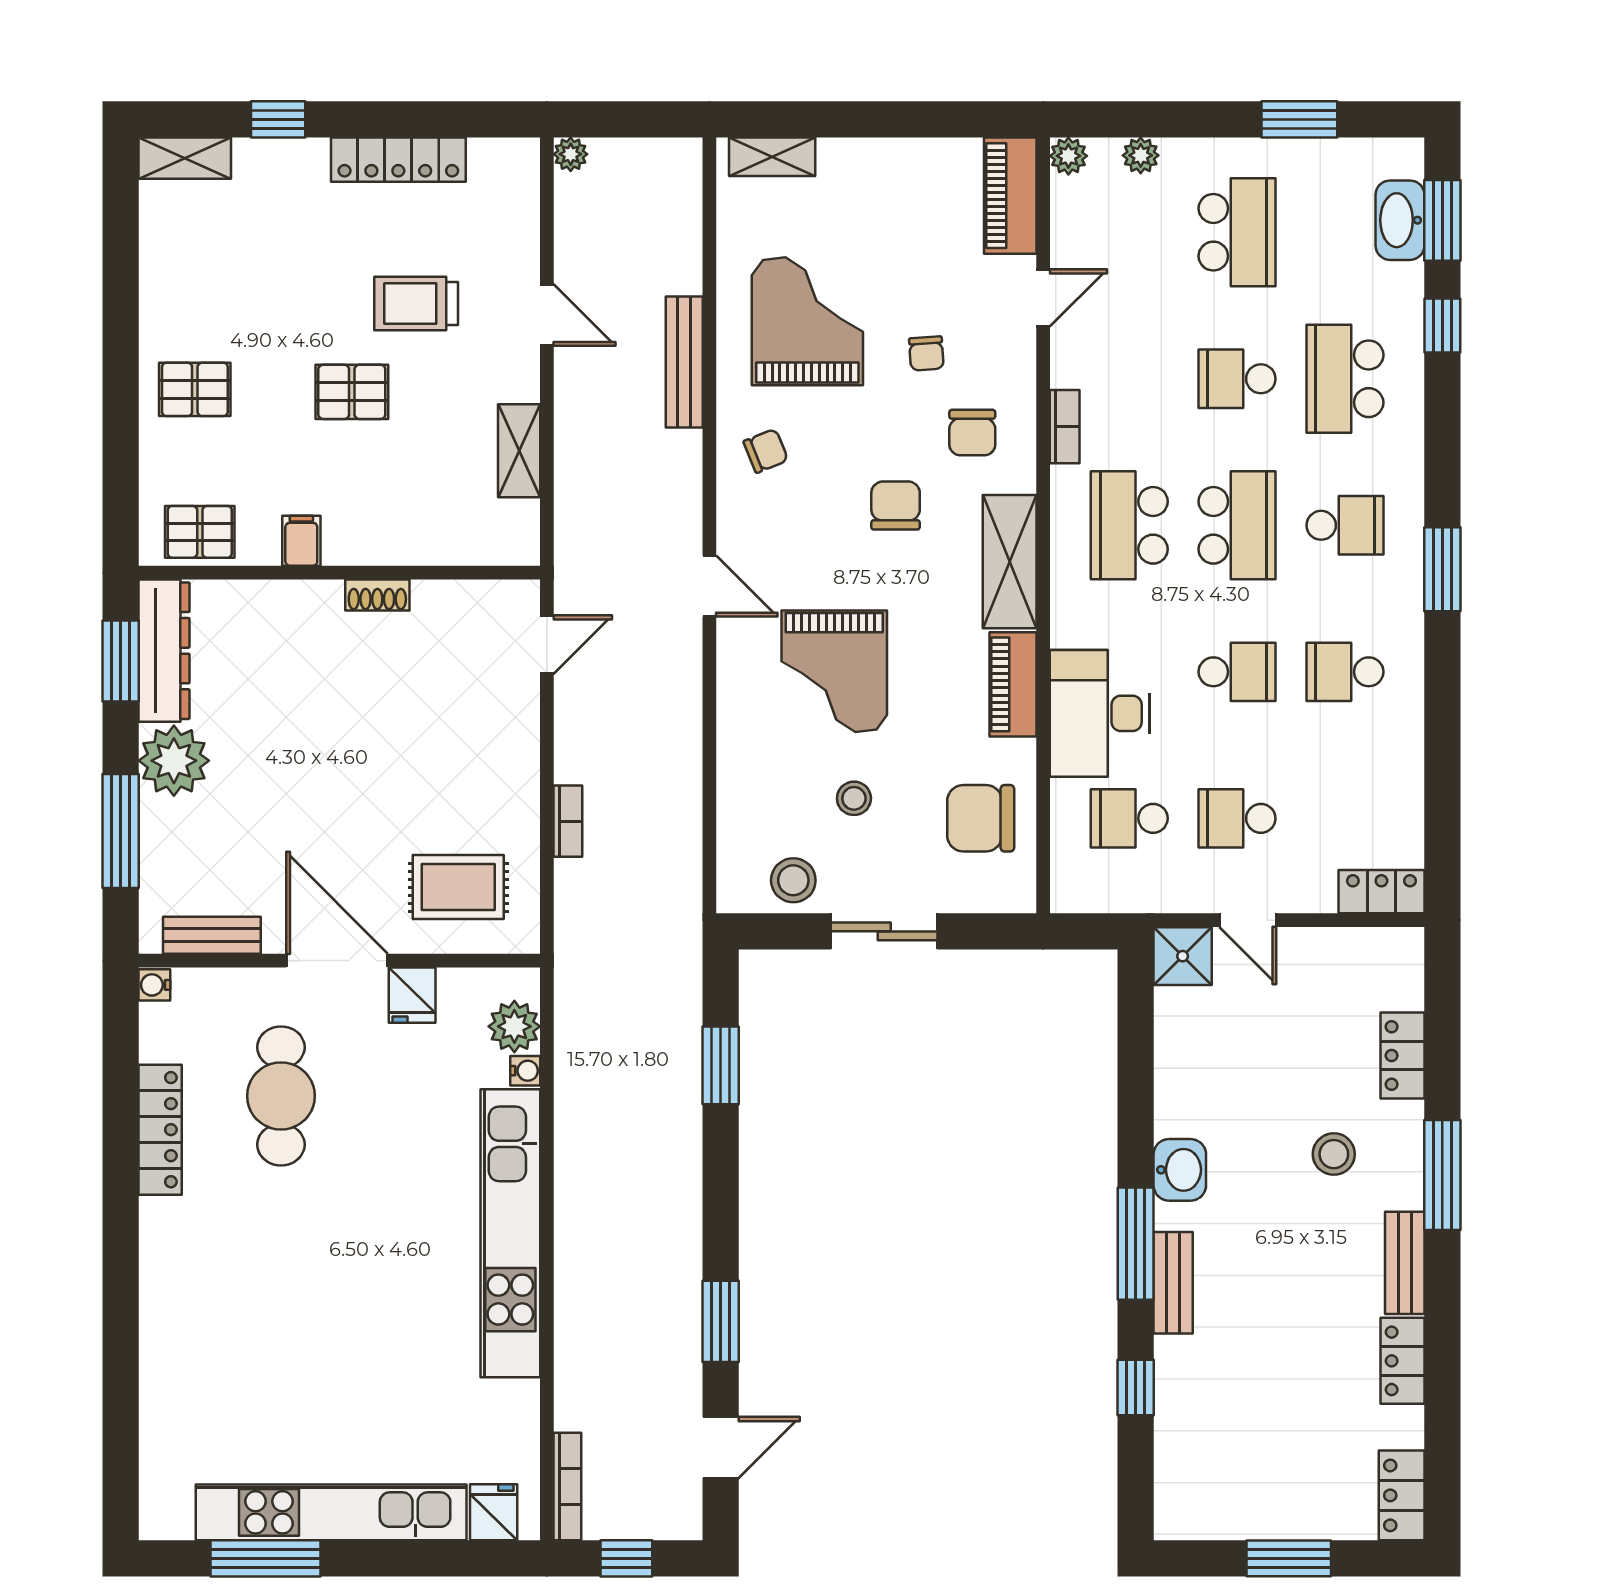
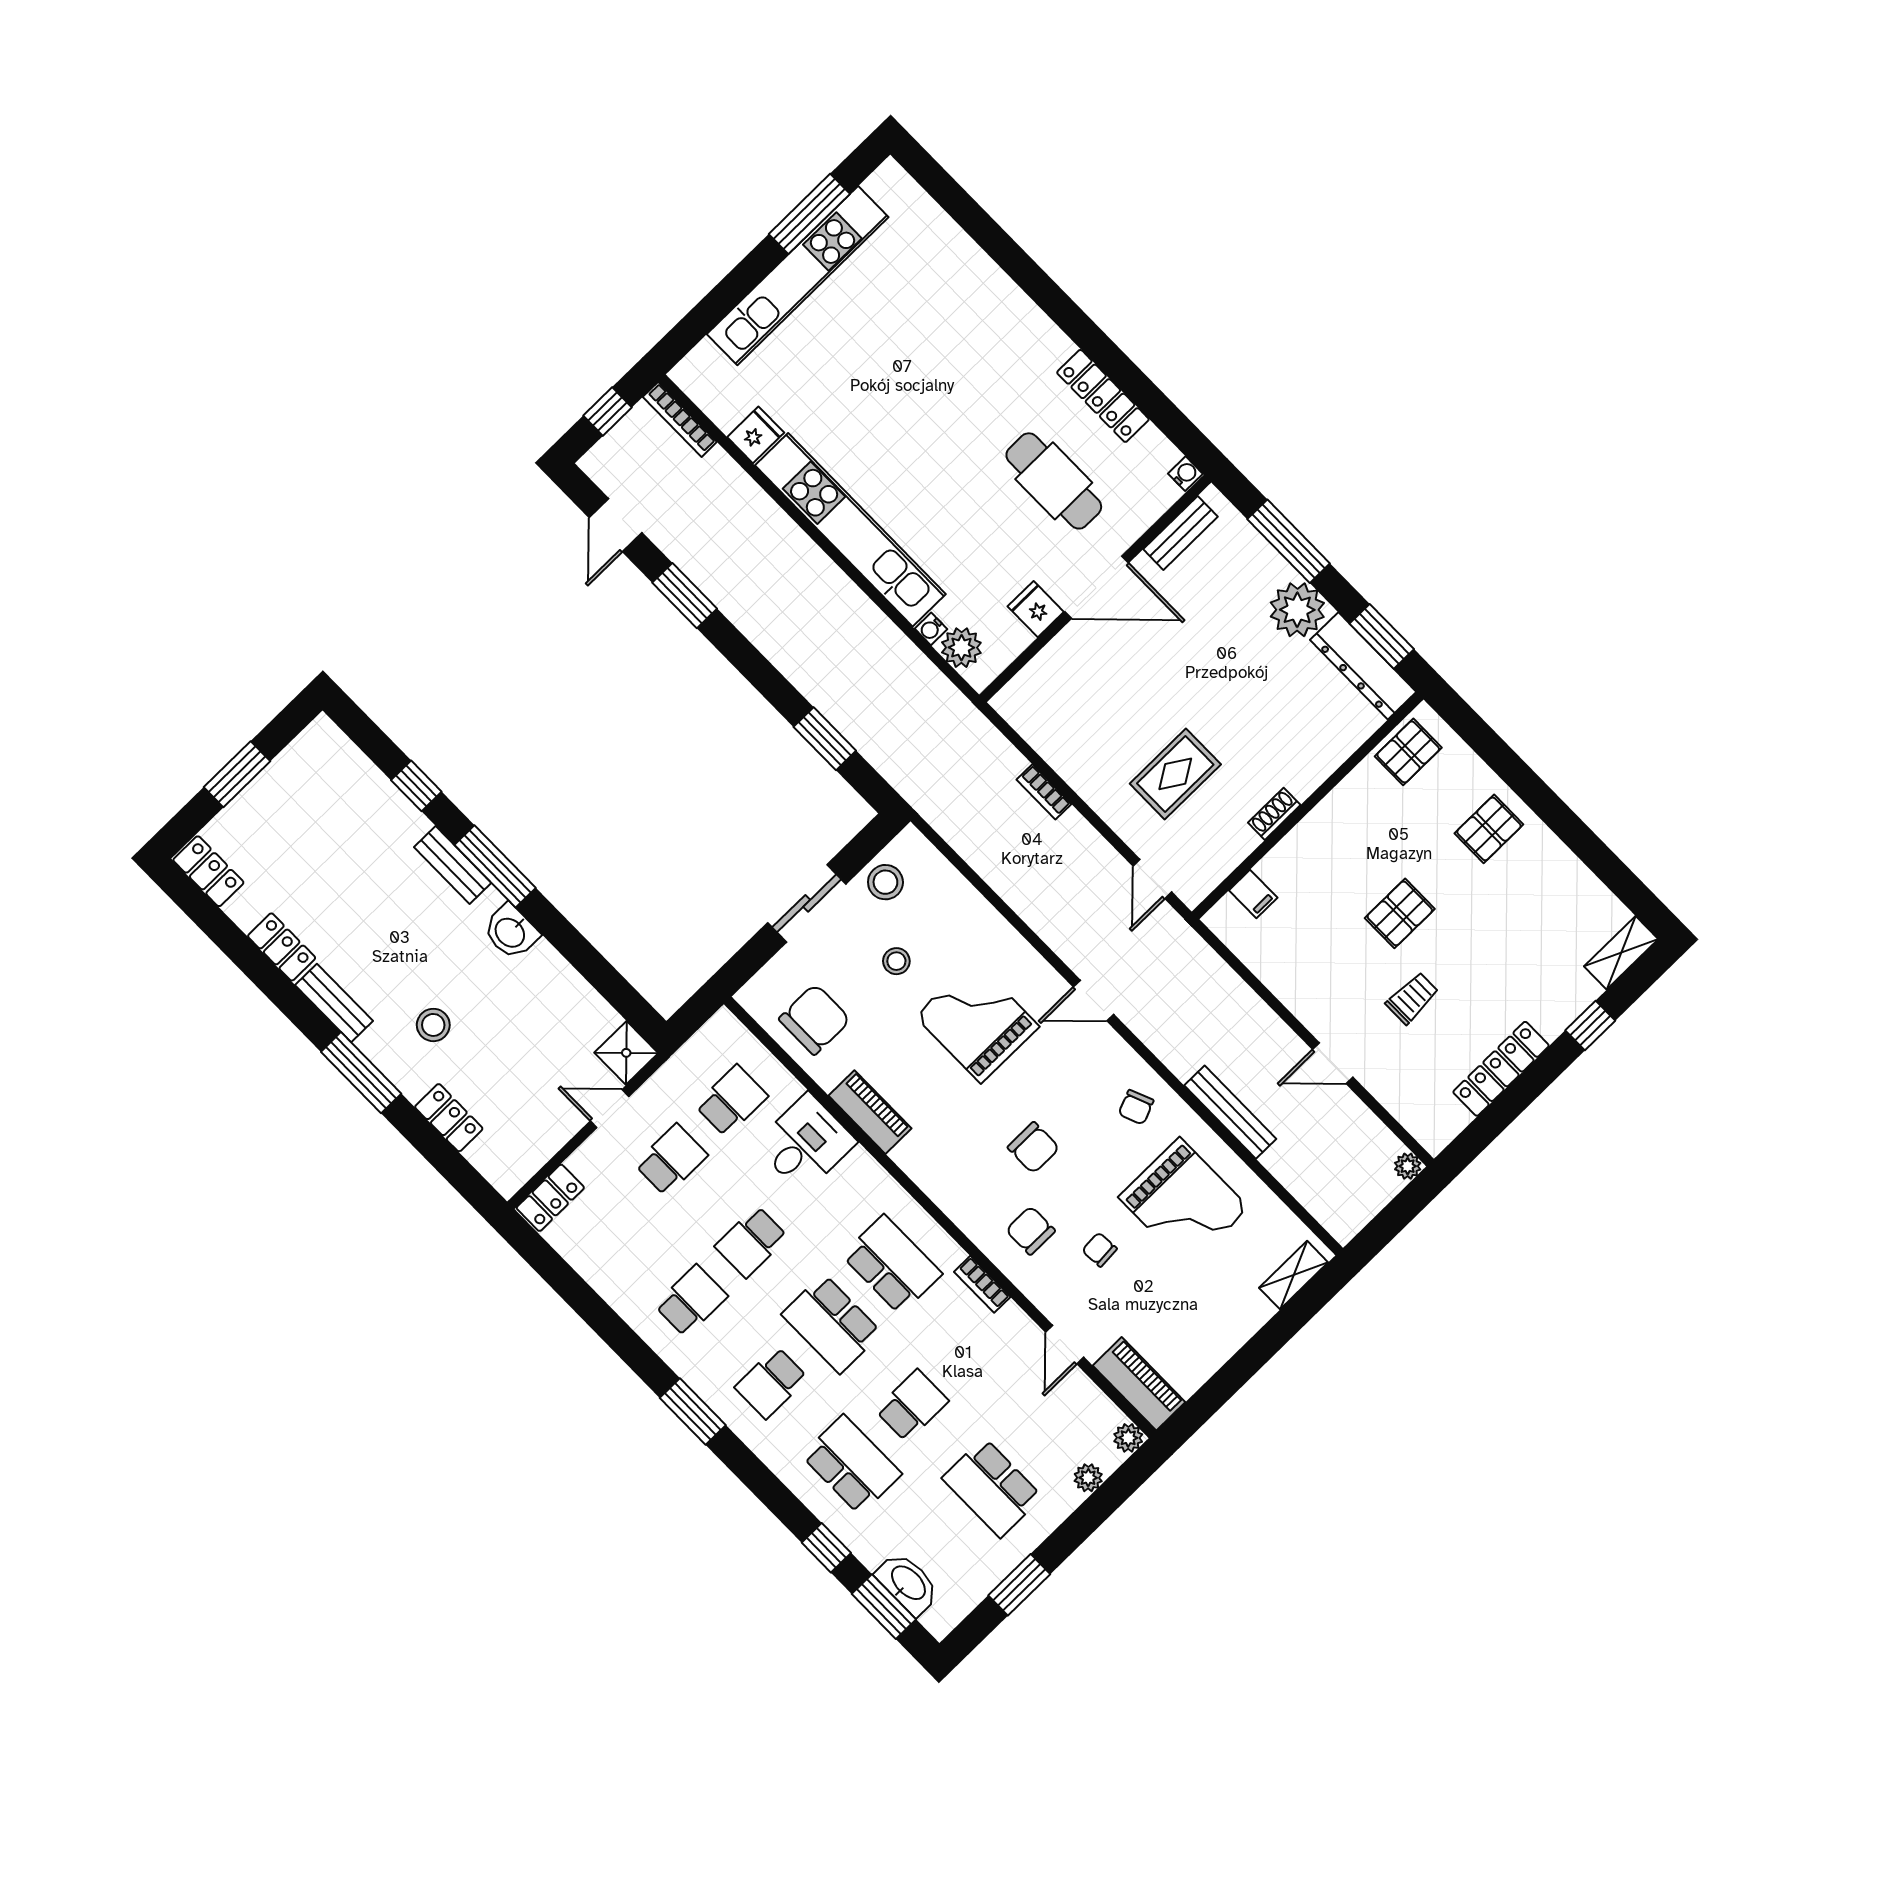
trolley: (416, 303) -> (1412, 998), width x0.73, depth x0.72
shelving: (519, 451) -> (1274, 972), removed
filing cabinet: (301, 541) -> (1253, 894), moved
shelving: (1010, 562) -> (939, 1179), removed
desk: (1100, 713) -> (806, 1143), width x0.73
rug: (458, 887) -> (1175, 774), moved
fridge: (494, 1512) -> (756, 435), moved, turned -90

